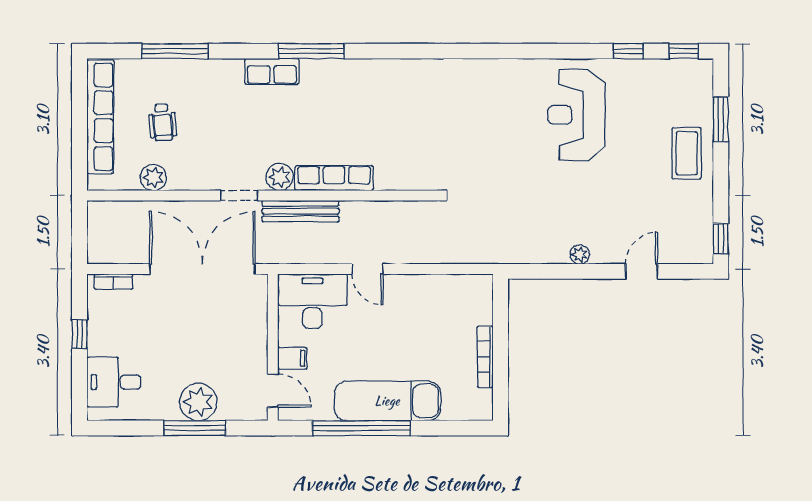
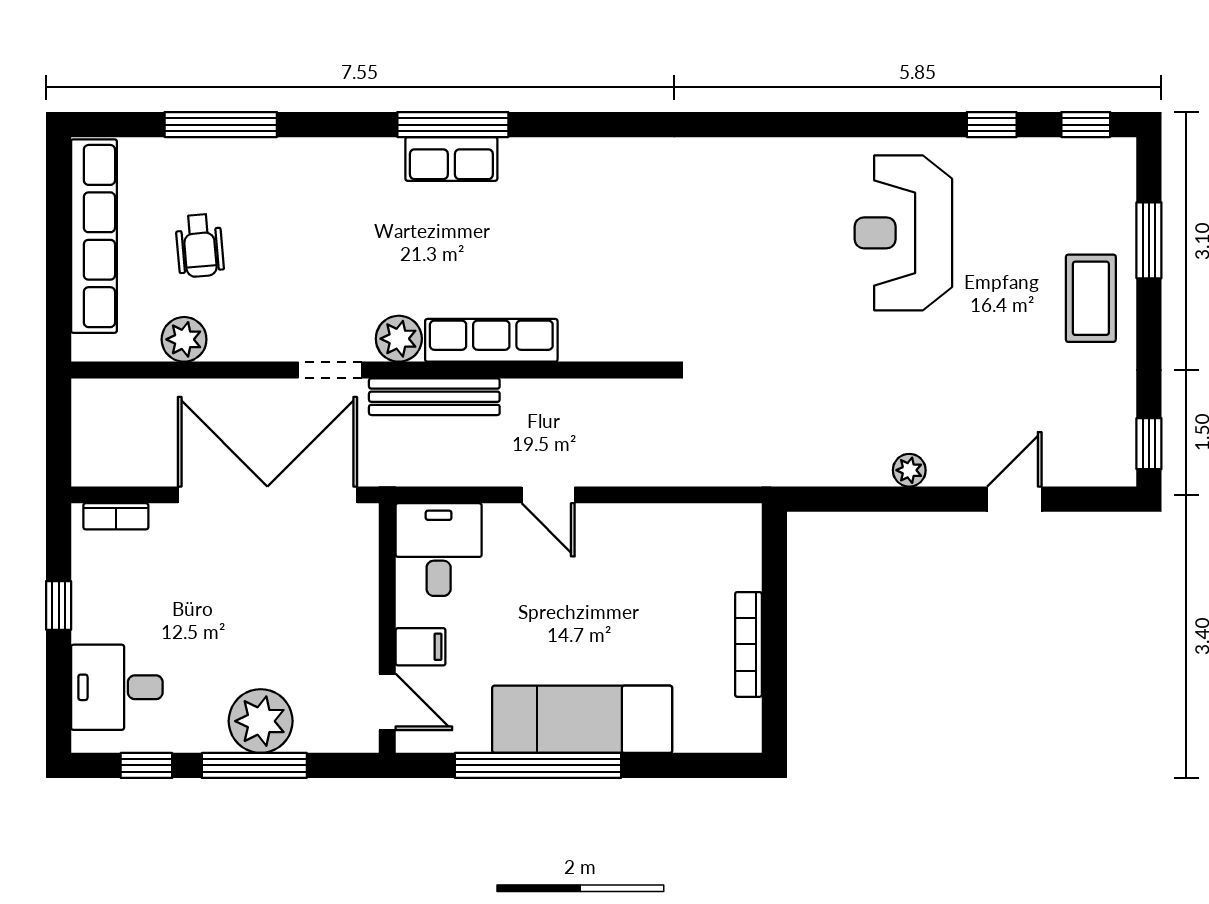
row of seats: (272, 71) -> (451, 159), moved
desk: (312, 301) -> (439, 550), width x0.73
window: (131, 428) -> (146, 765), added

